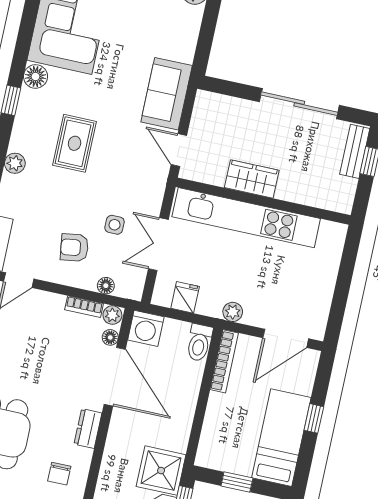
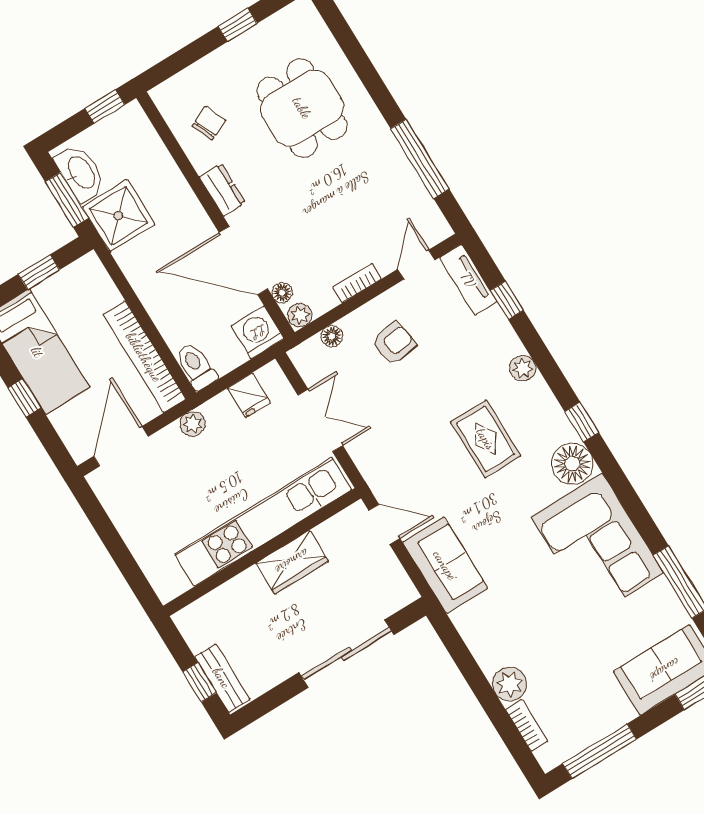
floor lamp: (36, 76) -> (572, 464), width x1.38, depth x1.38
sliding door: (299, 104) -> (346, 654), moved
side table: (115, 225) -> (377, 400), removed
bookcase: (84, 307) -> (357, 283), moved
bookcase: (224, 361) -> (144, 357), width x1.48, depth x1.31
chair: (59, 474) -> (209, 123), turned 66

